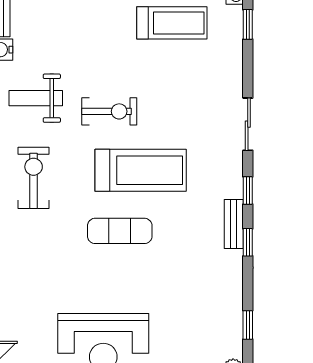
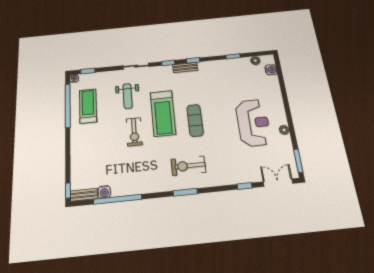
weight bench: (36, 98) -> (128, 96), moved
exercise bike: (109, 111) -> (134, 132), turned 180
treadmill: (141, 170) -> (163, 113), turned 180
exercise bike: (34, 178) -> (188, 166), moved

